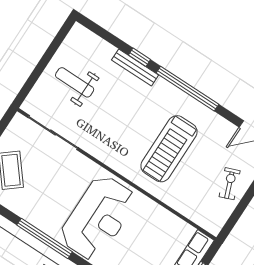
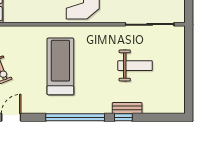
bench: (135, 67) -> (127, 108), width x0.73
weight bench: (75, 82) -> (135, 66), moved

